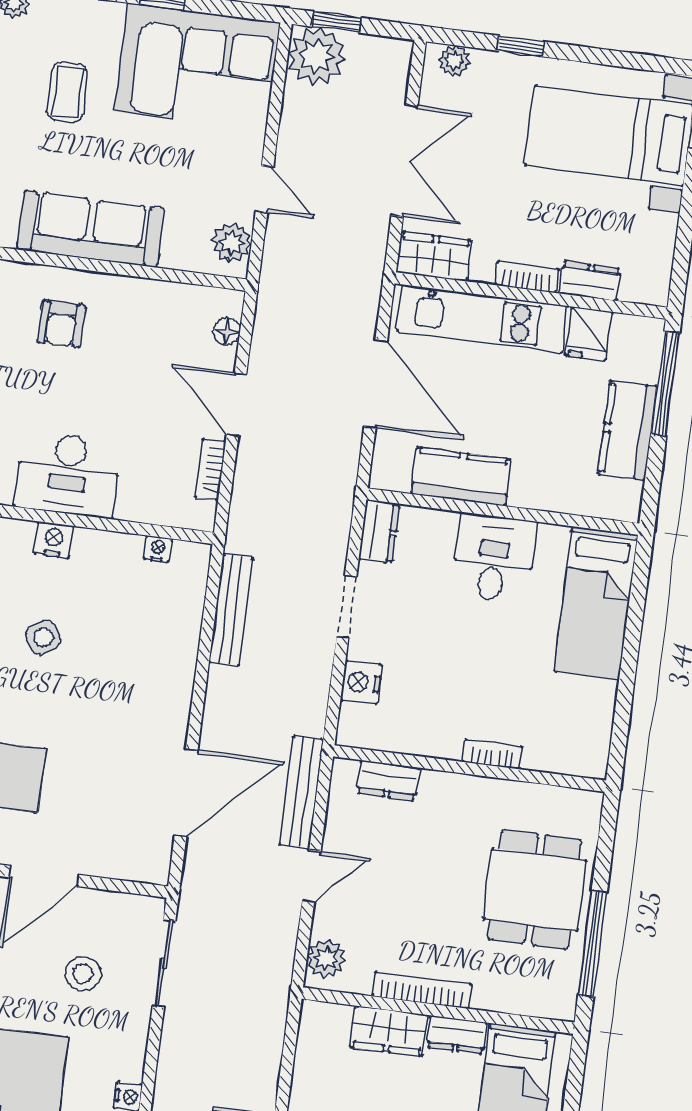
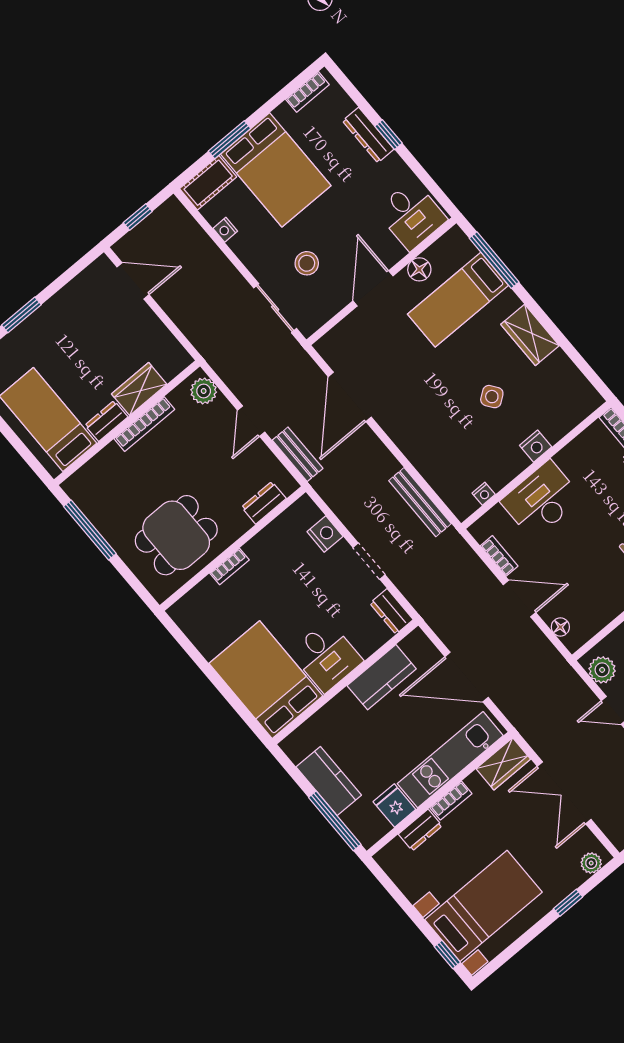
desk: (68, 474) -> (541, 500), moved
bed: (596, 603) -> (266, 680), width x1.50
bench: (301, 792) -> (298, 454), width x0.73
dining table: (535, 889) -> (176, 535), moved, turned 90

